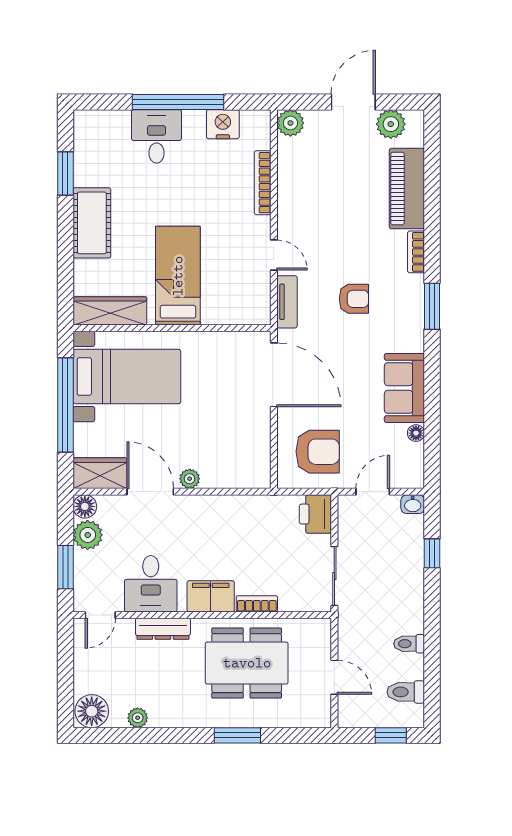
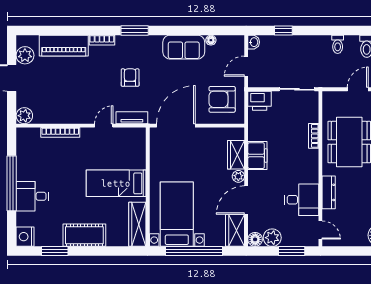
nightstand: (223, 124) -> (25, 237), moved
armchair: (318, 452) -> (222, 99), turned -90
wardrobe: (225, 475) -> (236, 155), added
door: (373, 492) -> (246, 66), hinge flipped
filing cabinet: (211, 596) -> (257, 156), moved, turned 180

